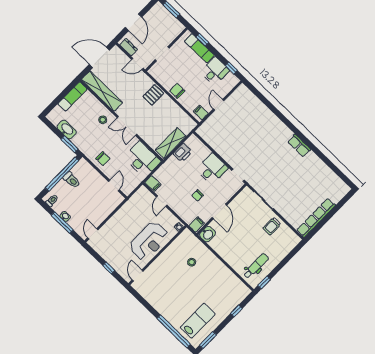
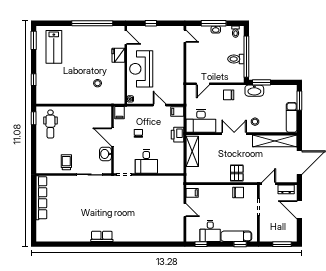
chair: (177, 91) -> (238, 193), moved
window: (55, 103) -> (299, 101), added
washbasin: (67, 130) -> (254, 91), moved
printer: (183, 153) -> (178, 135), moved
door: (114, 186) -> (203, 84), hinge flipped
washbasin: (207, 234) -> (105, 154), moved
fridge: (156, 268) -> (118, 55), added
window: (174, 331) -> (92, 23), moved

